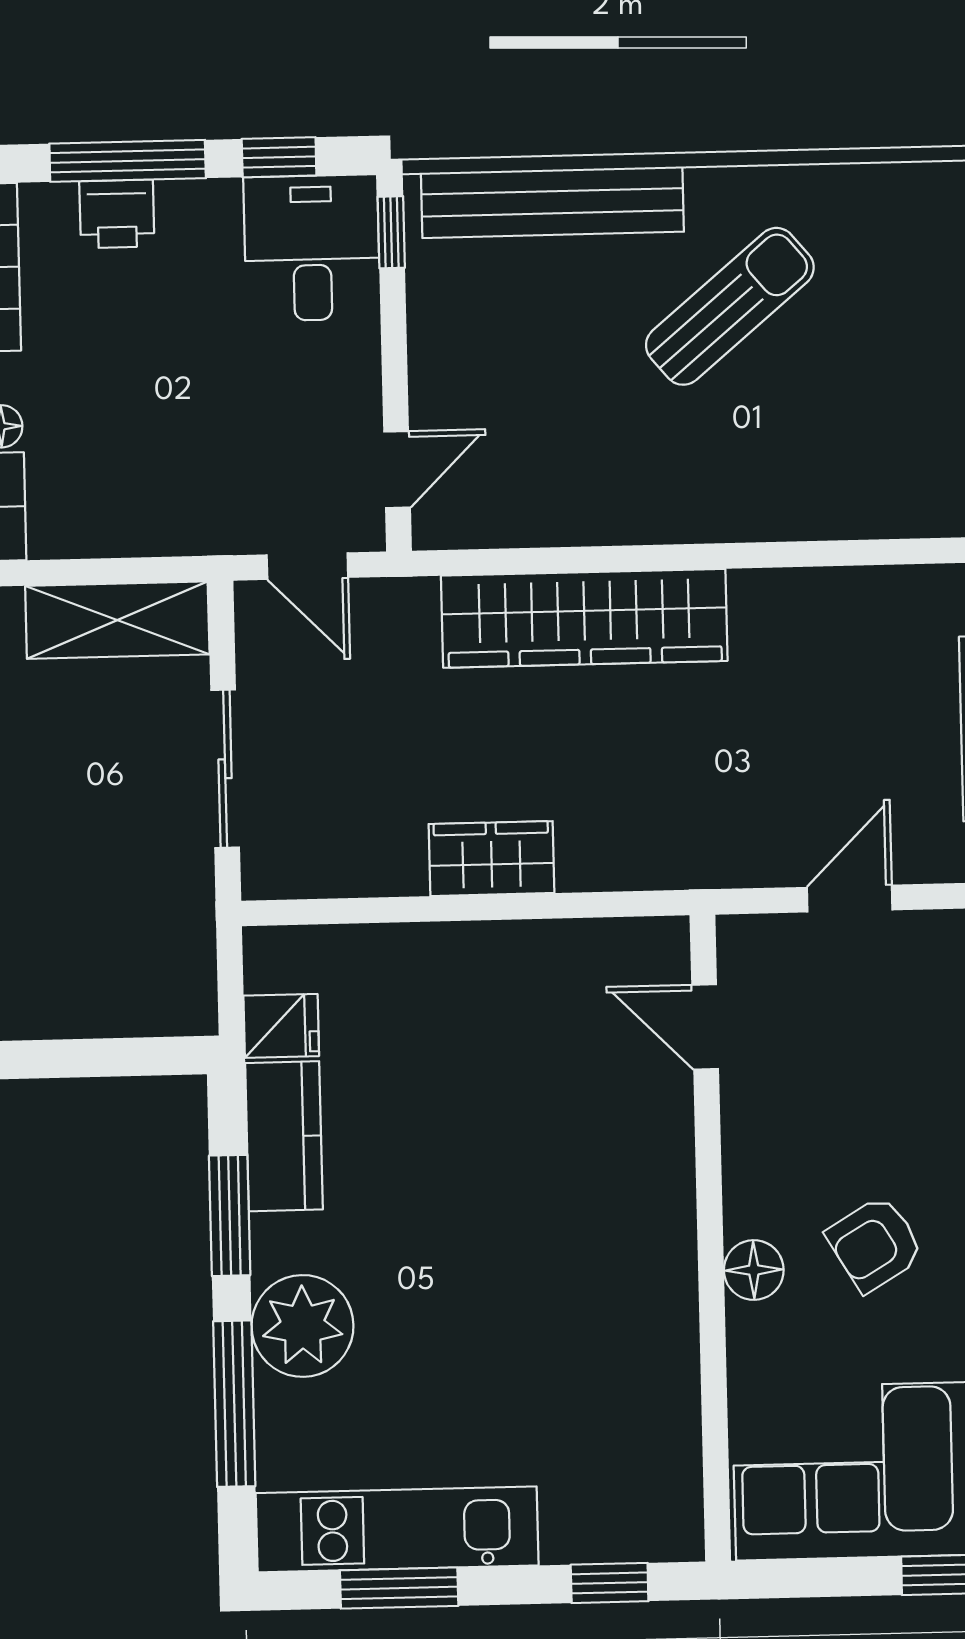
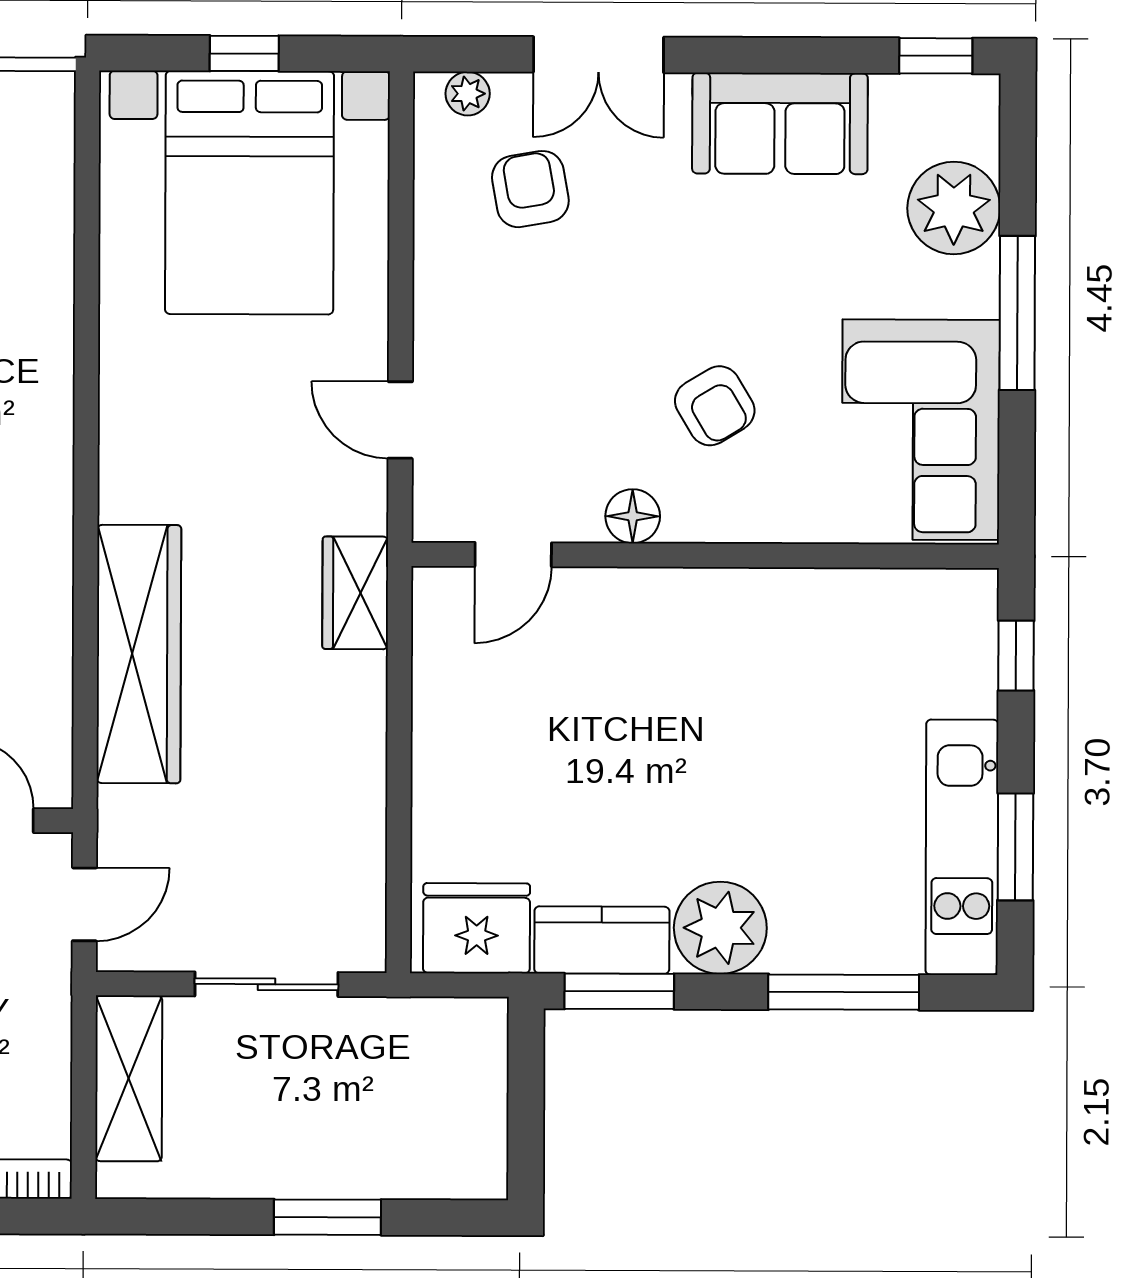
wardrobe: (491, 859) -> (355, 593), moved
fridge: (281, 1026) -> (477, 928), width x1.88, depth x1.34
window: (230, 1215) -> (619, 991), moved
floor lamp: (754, 1270) -> (633, 516), moved
plant: (303, 1326) -> (720, 928), moved

